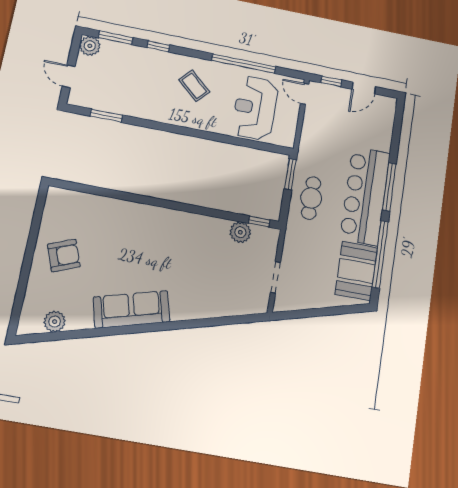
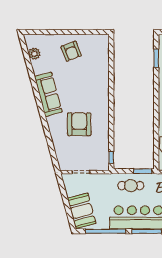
plant: (240, 232) -> (103, 148), removed
armchair: (194, 265) -> (79, 124), added
booth: (356, 271) -> (82, 211), moved, turned 75

